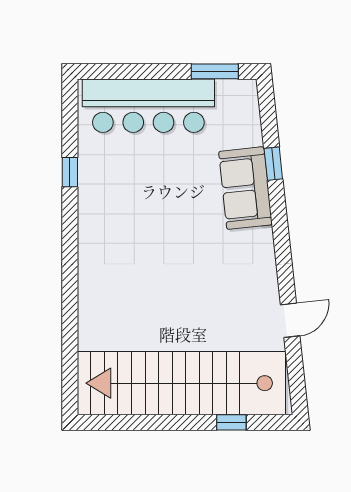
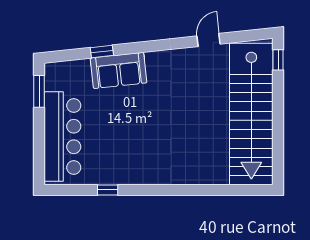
door: (290, 320) -> (209, 40), hinge flipped
window: (231, 422) -> (278, 60), moved

